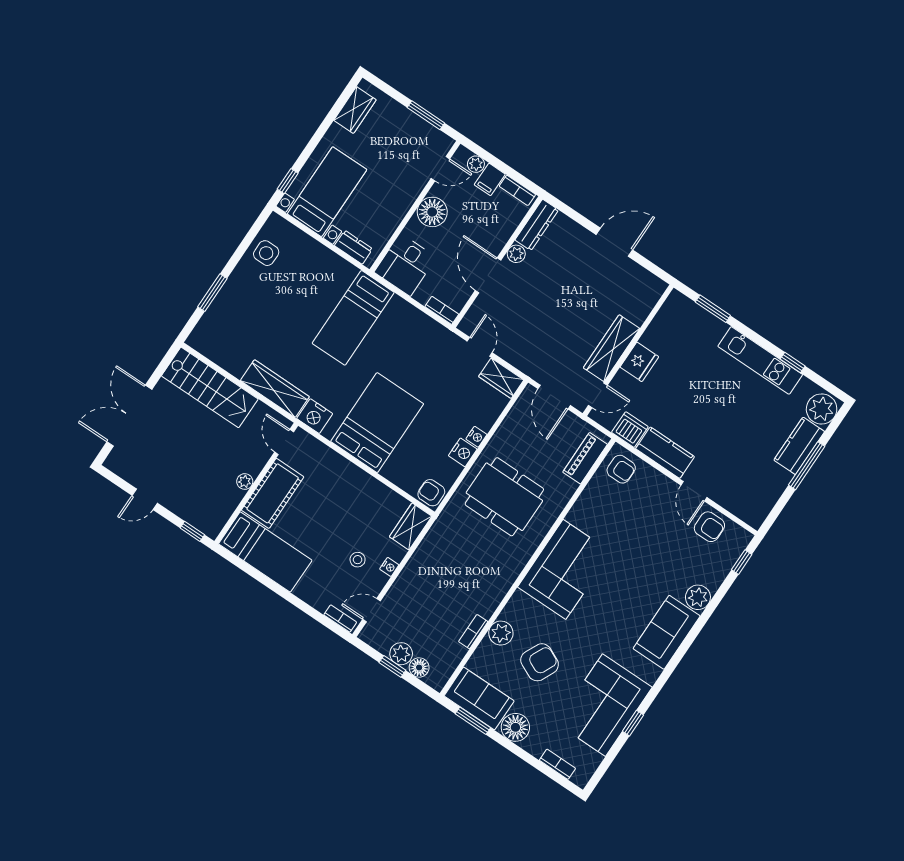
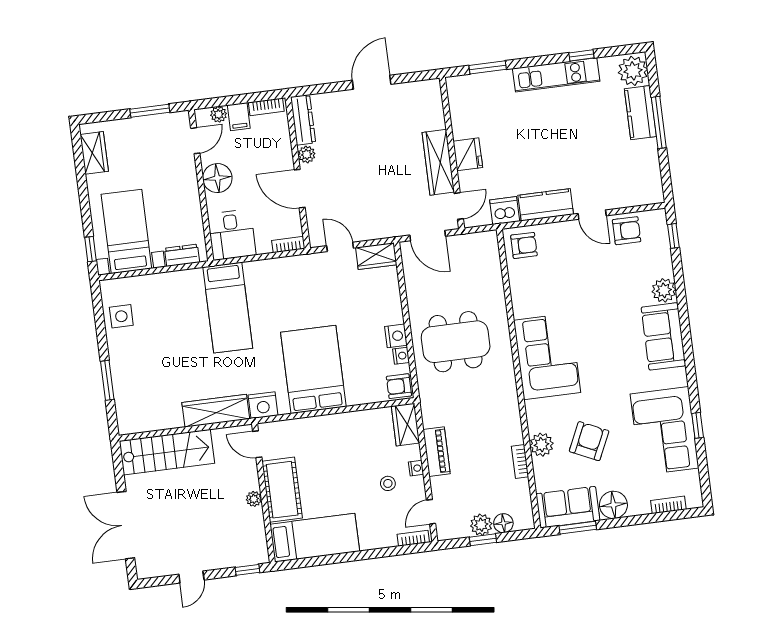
nightstand: (476, 437) -> (401, 356), moved
piano: (585, 458) -> (437, 452), moved, turned 180

